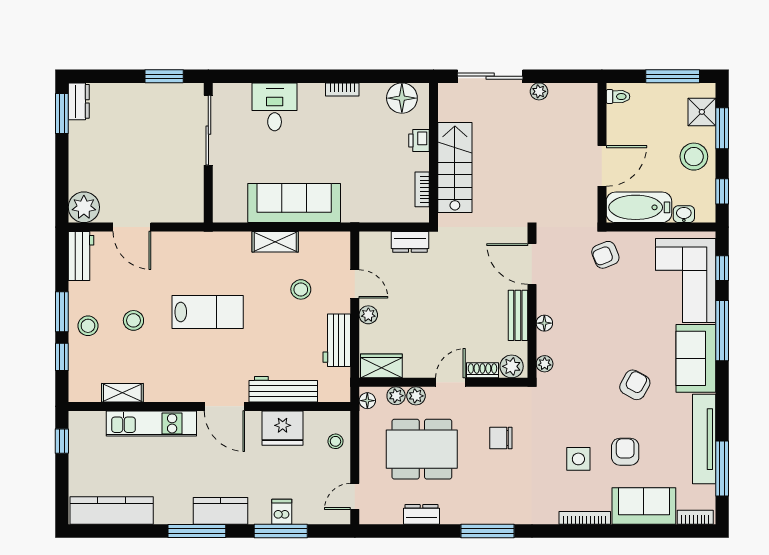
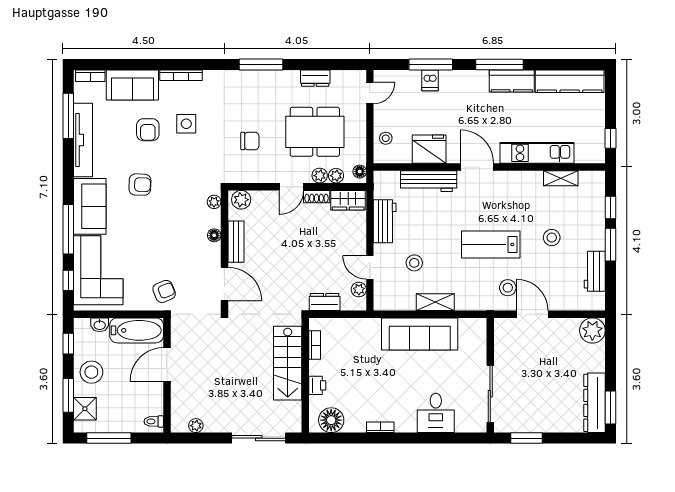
plant: (539, 91) -> (196, 426), moved
dresser: (79, 101) -> (594, 403), width x1.96, depth x1.24
door: (132, 227) -> (533, 314), moved
workbench: (81, 256) -> (595, 271), moved
plant: (368, 315) -> (359, 290), moved
stool: (88, 326) -> (508, 288), moved
shoe rack: (482, 370) -> (317, 197), moved
armchair: (635, 385) -> (140, 185), turned -117
kitchen counter: (221, 511) -> (512, 81), moved

